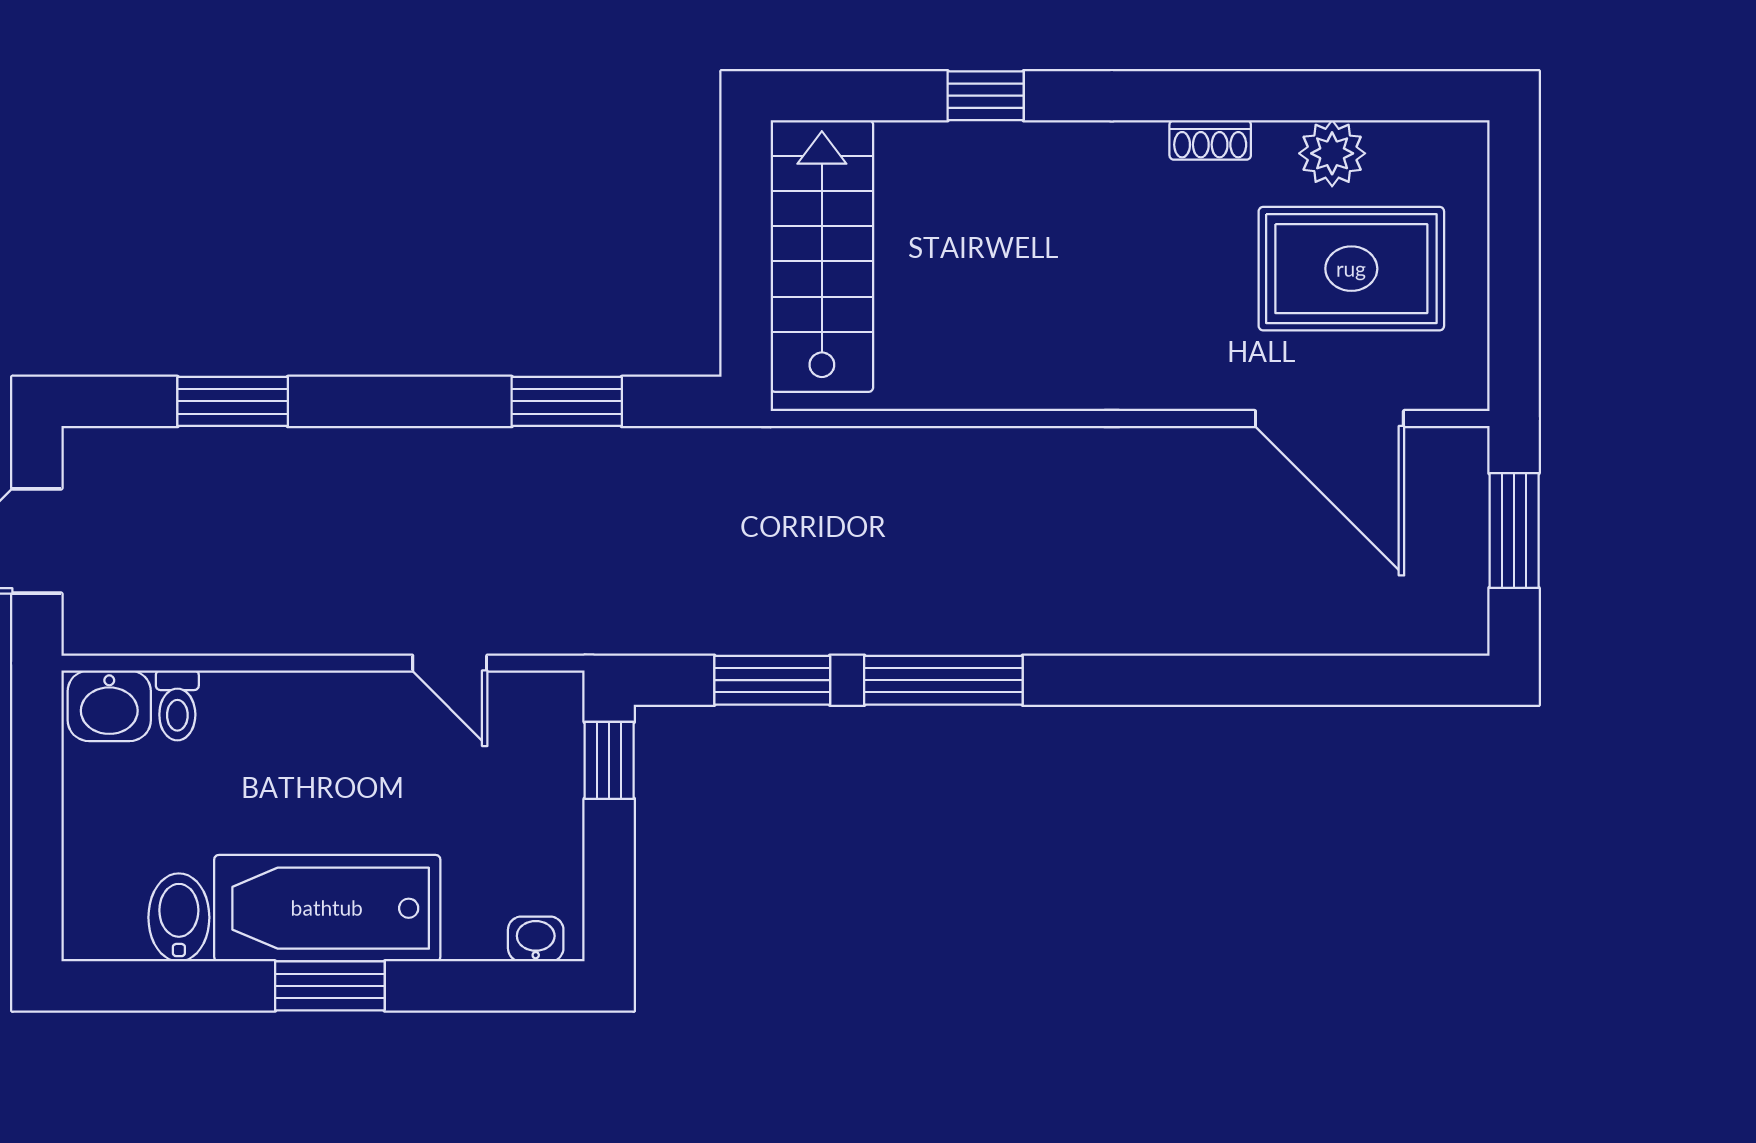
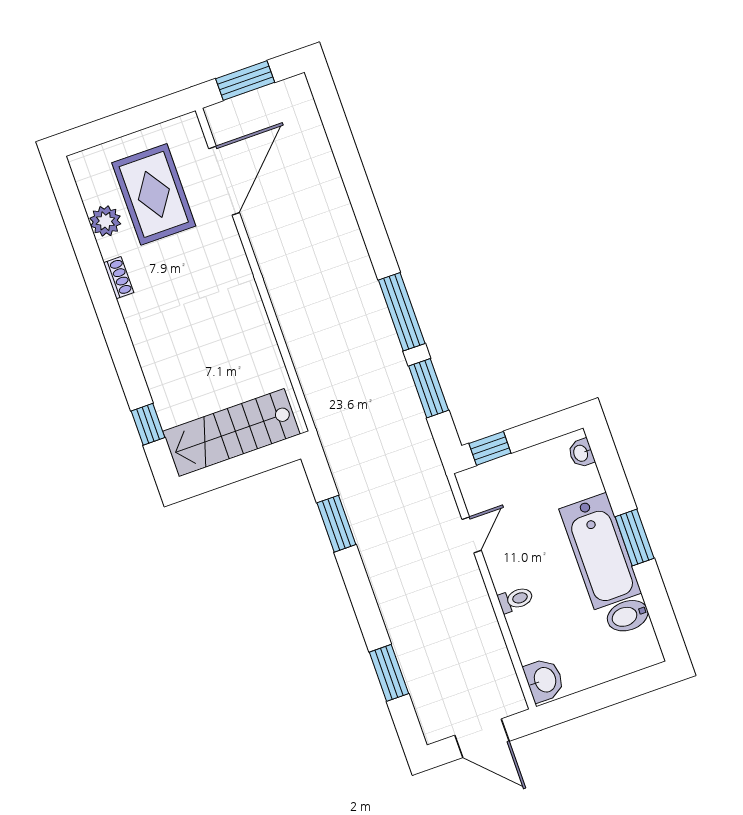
window: (986, 96) -> (148, 424), moved
toilet: (177, 705) -> (516, 599), moved

